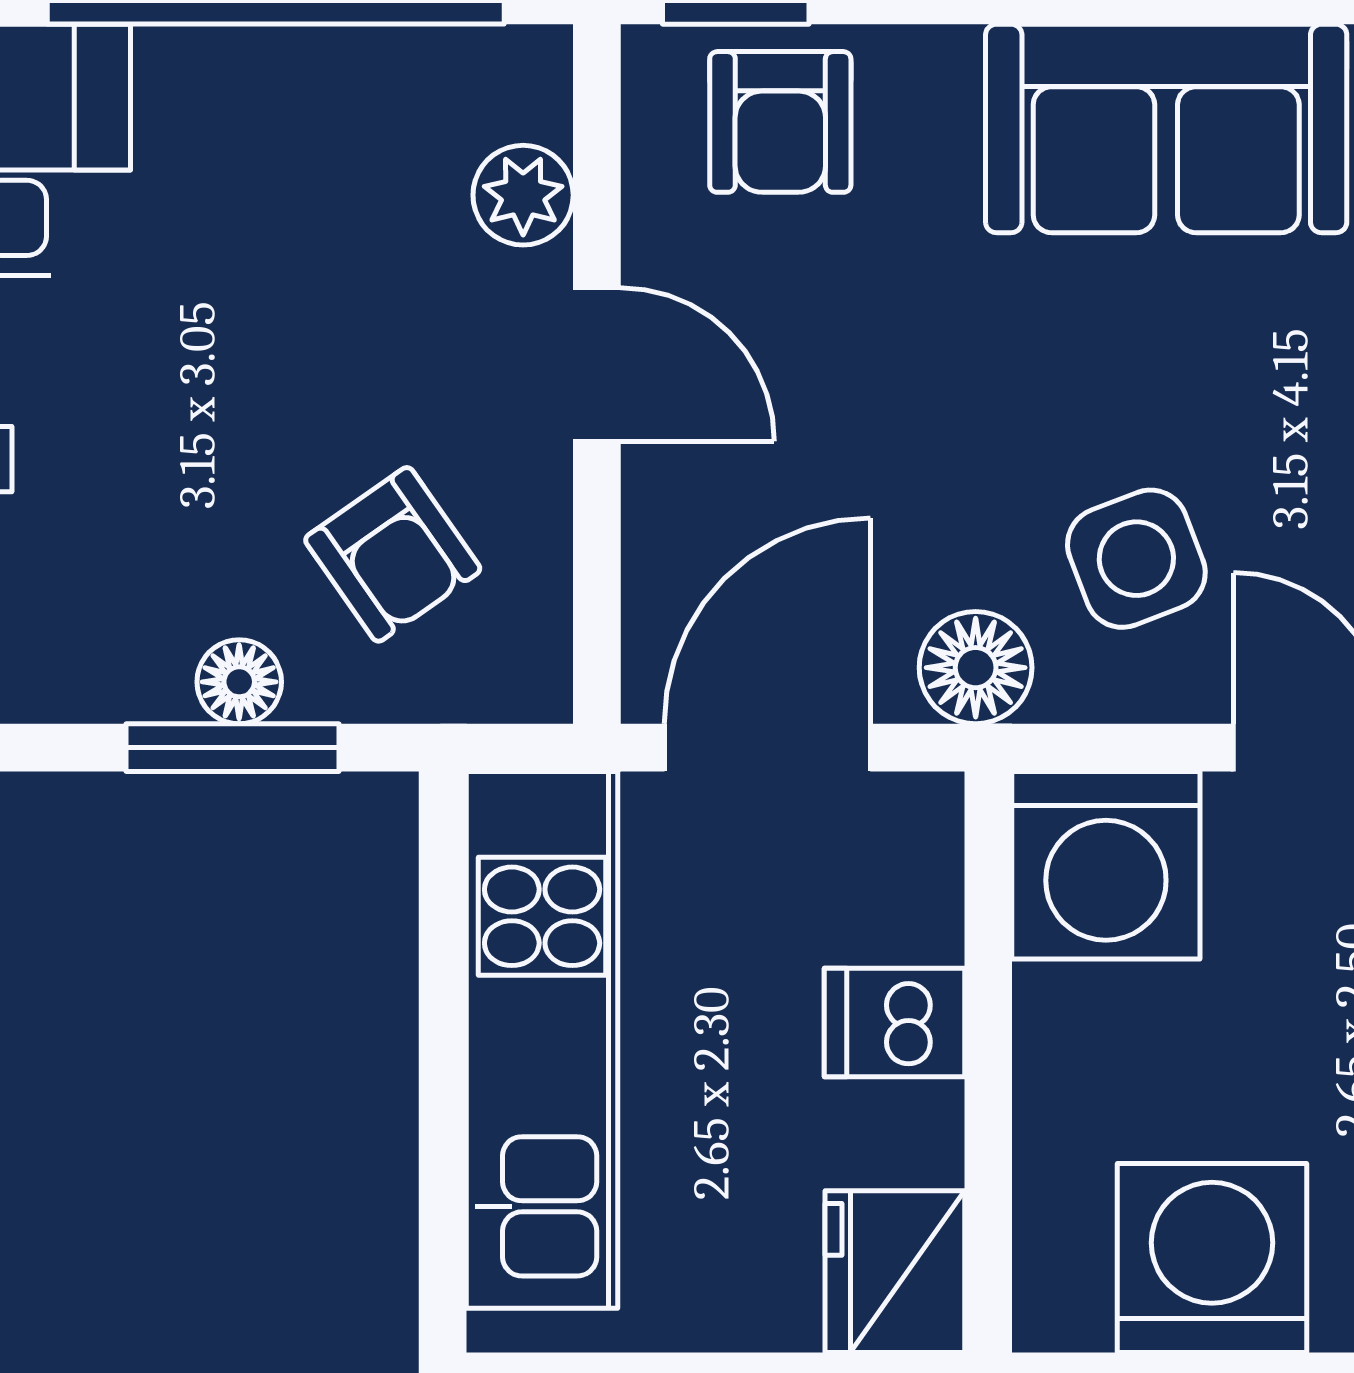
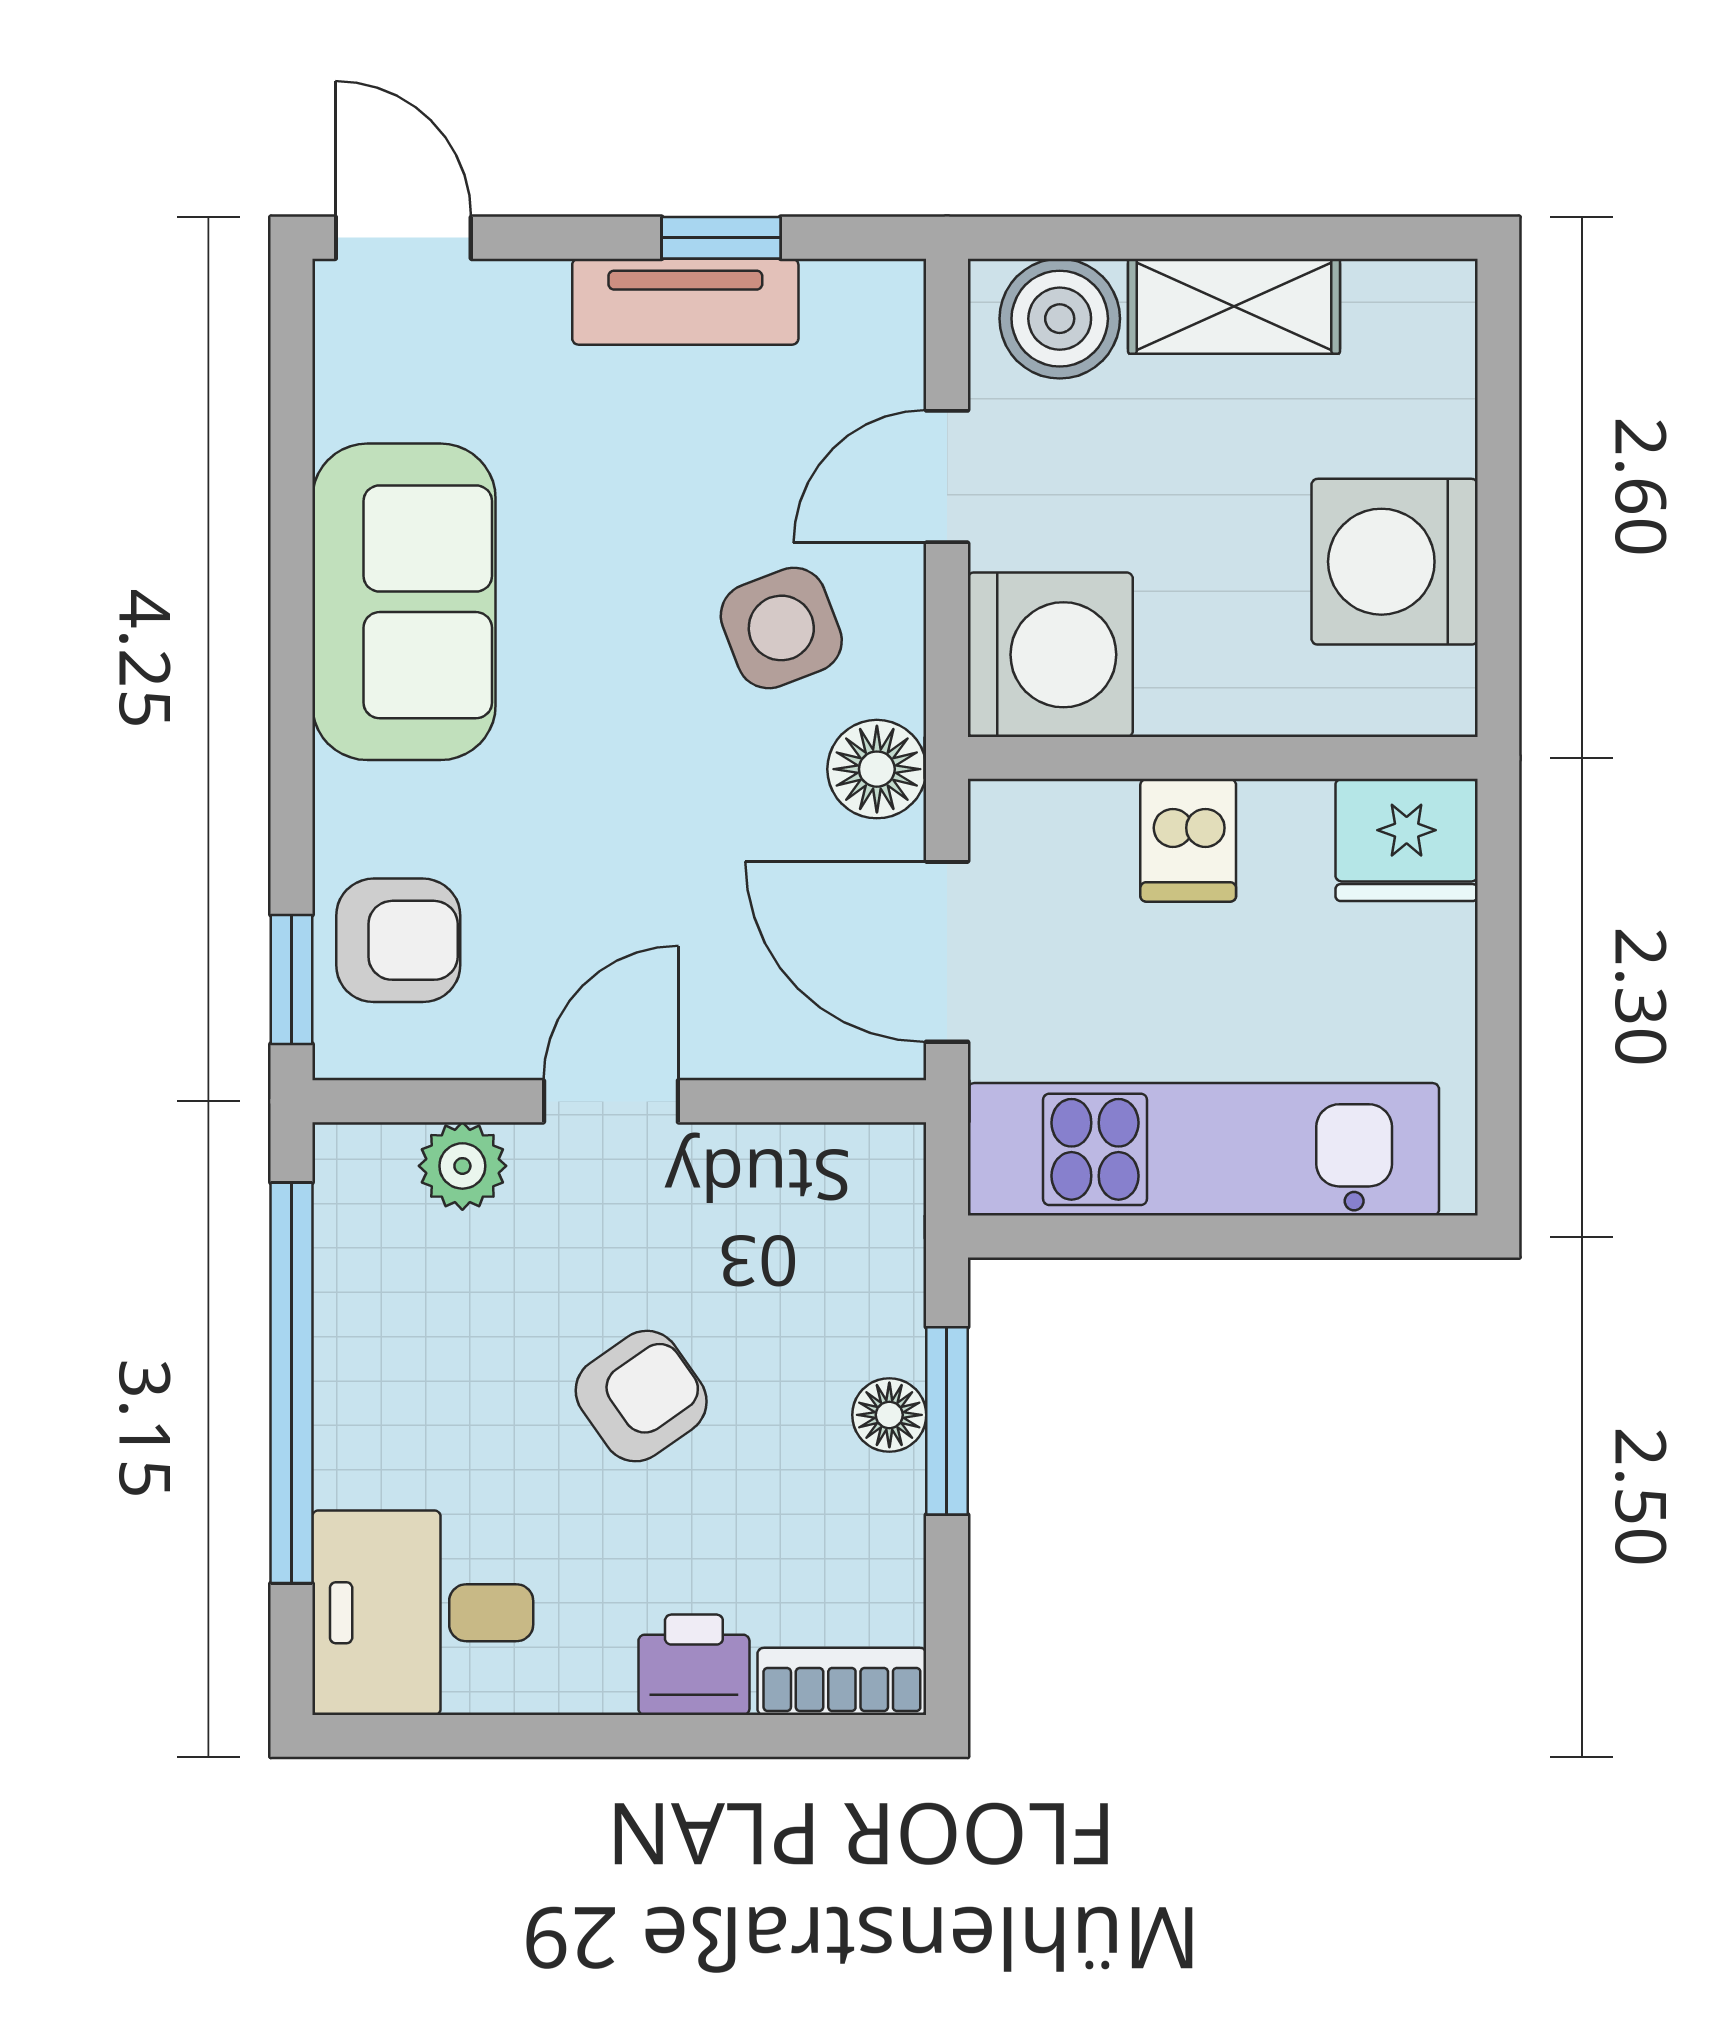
armchair: (393, 554) -> (641, 1396), moved

